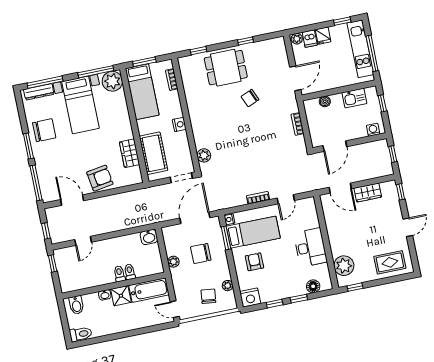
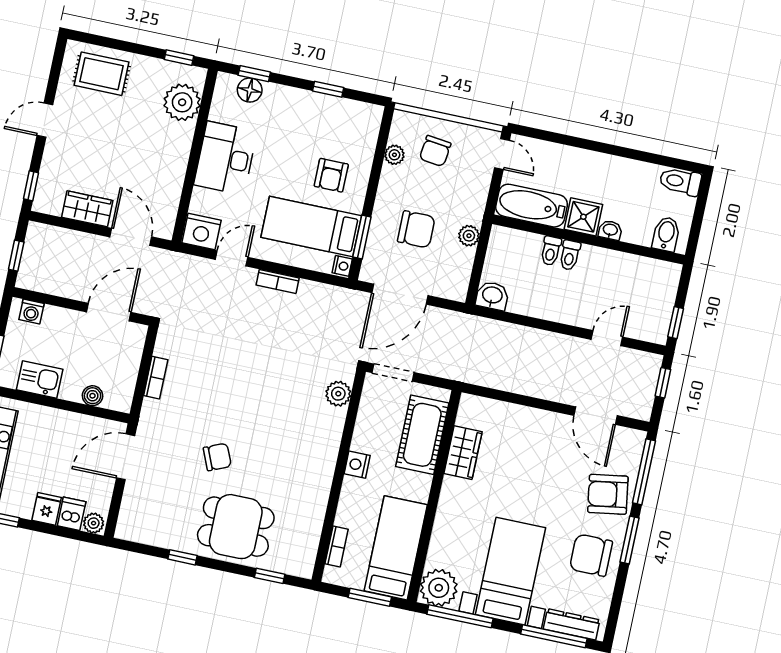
armchair: (100, 178) -> (608, 494), moved
nightstand: (250, 298) -> (201, 231), moved, turned 180
window: (299, 299) -> (254, 74), moved

